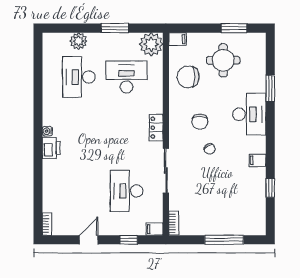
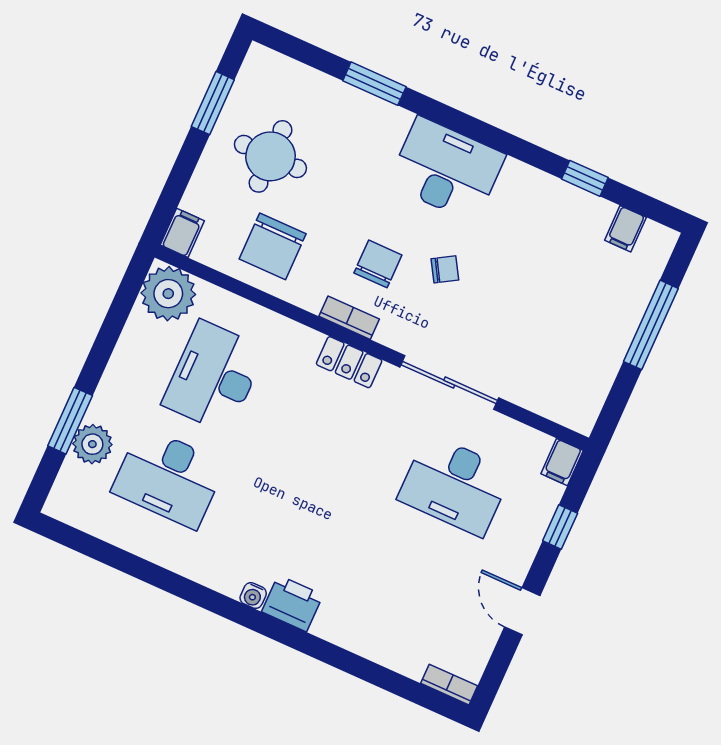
window: (115, 28) -> (70, 421), moved
desk: (249, 114) -> (447, 169), moved
chair: (200, 122) -> (378, 264), turned -90
filing cabinet: (258, 160) -> (625, 229), moved
bookcase: (174, 223) -> (349, 318), moved

